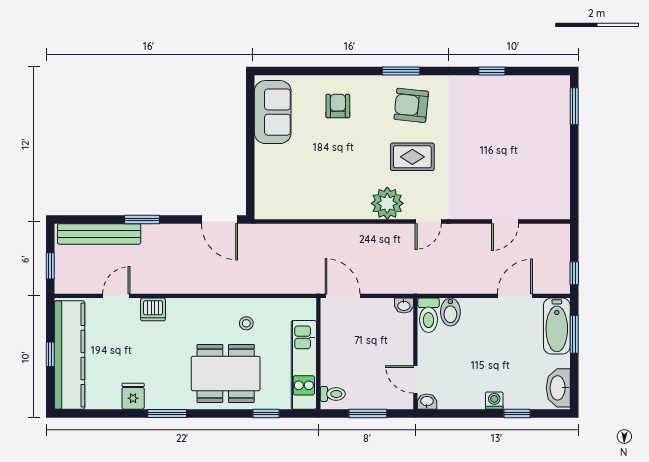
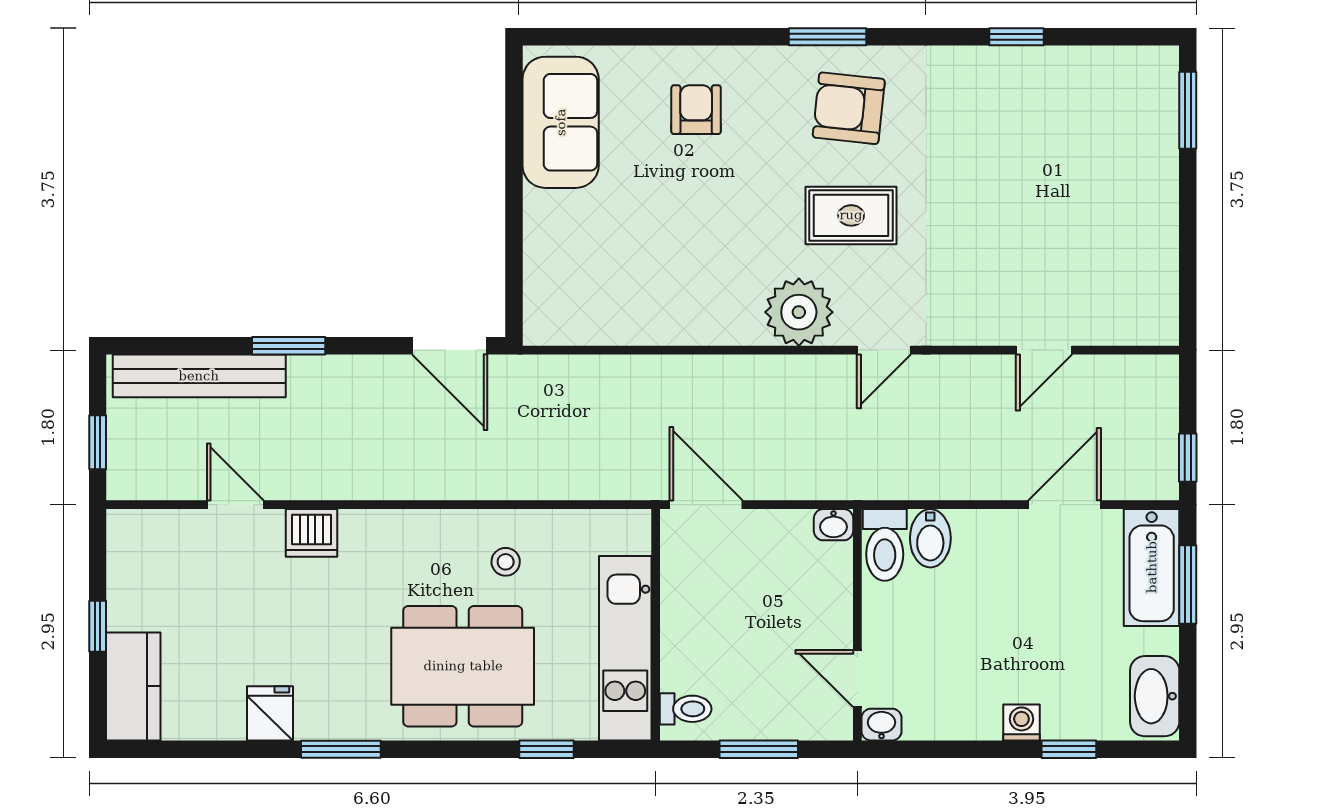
door: (116, 296) -> (235, 505), hinge flipped
kitchen counter: (70, 355) -> (133, 686), width x0.48, depth x0.86

